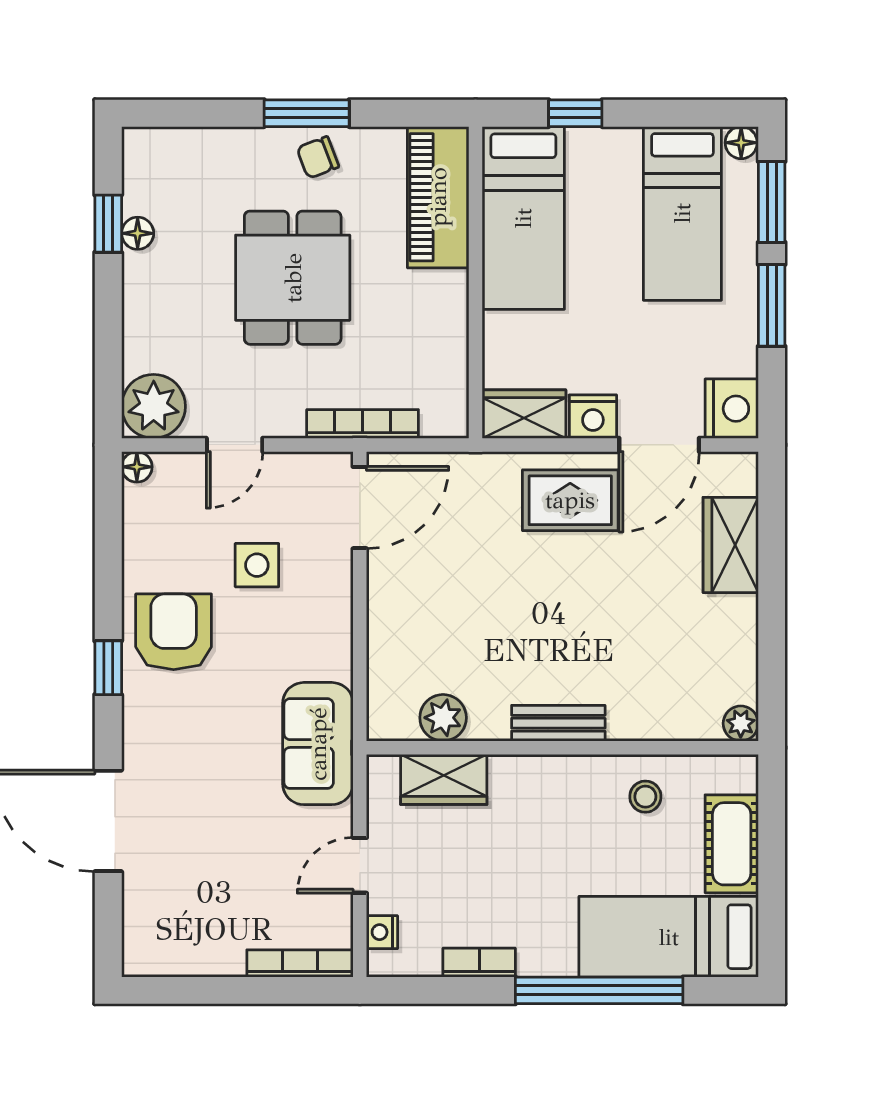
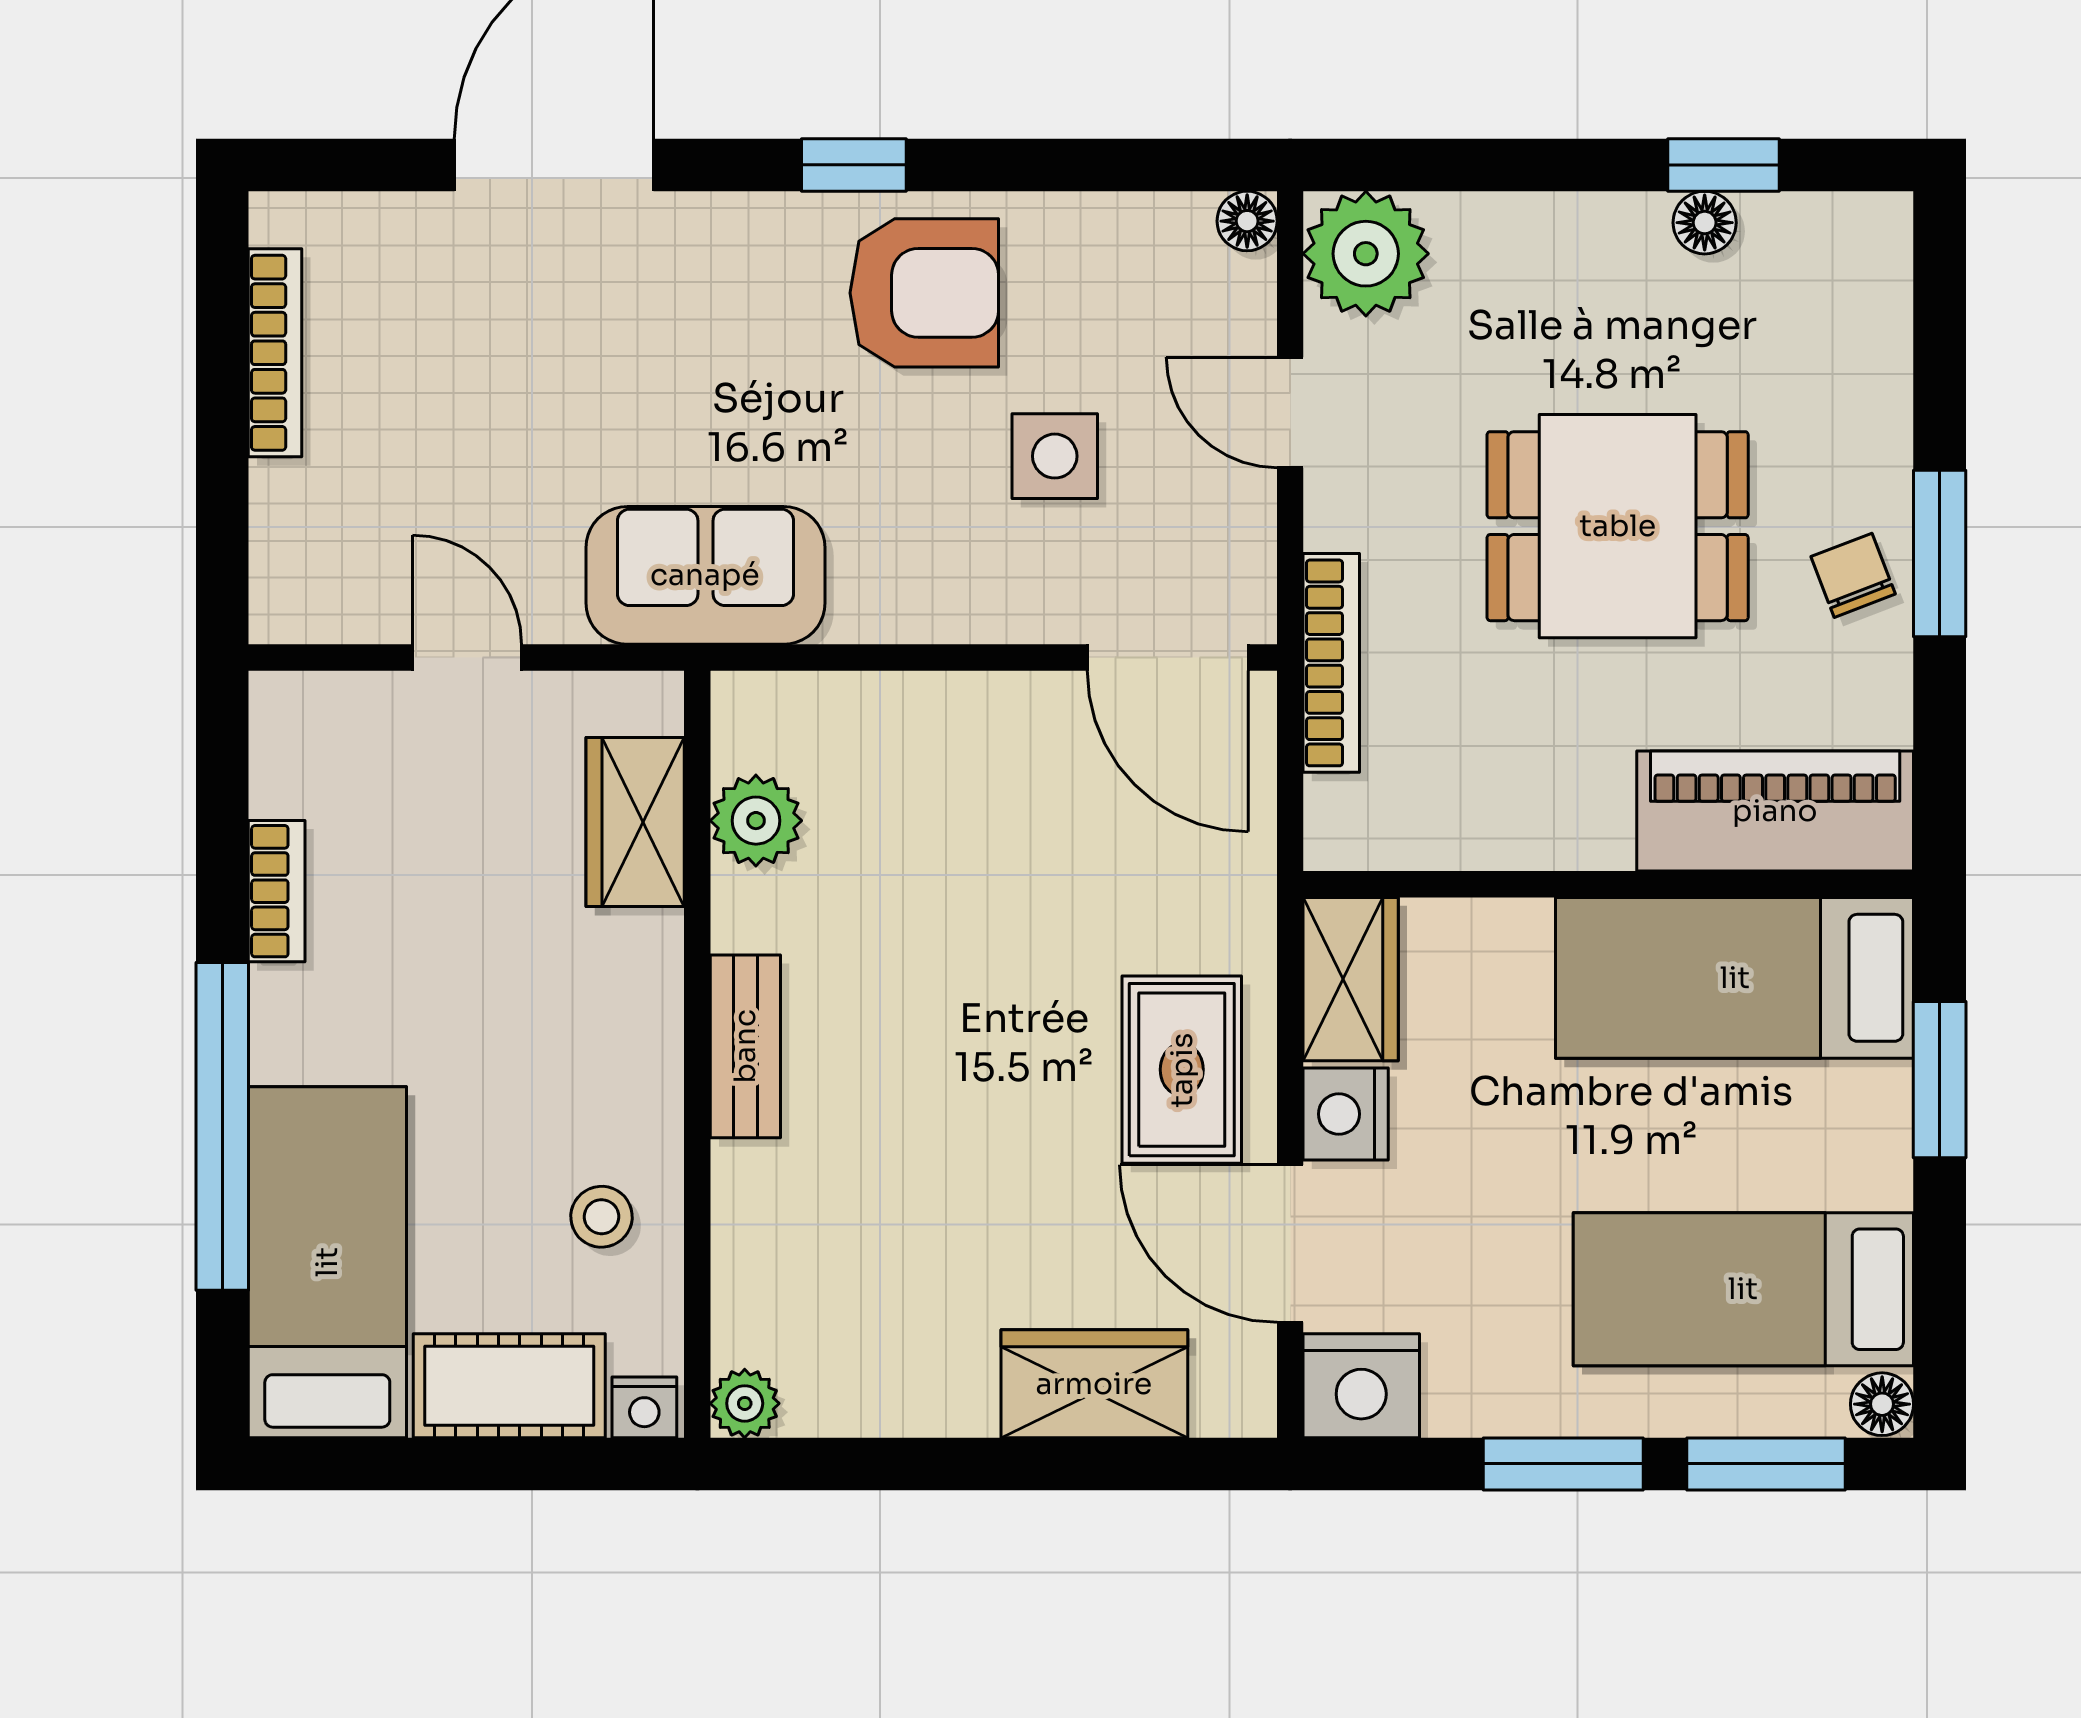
window: (575, 113) -> (1940, 1080), width x1.50
nightstand: (382, 932) -> (644, 1407), moved, turned 180
bookcase: (300, 963) -> (275, 353), moved

